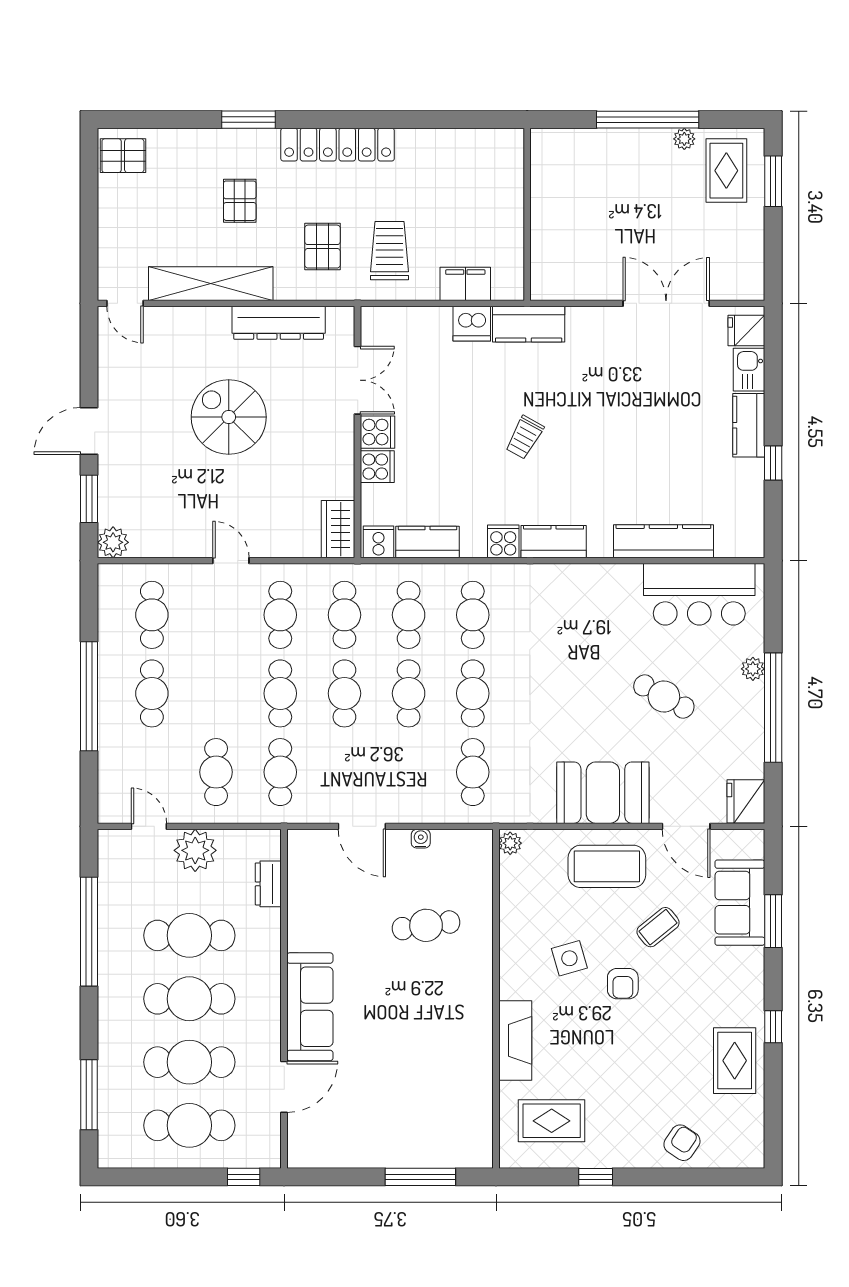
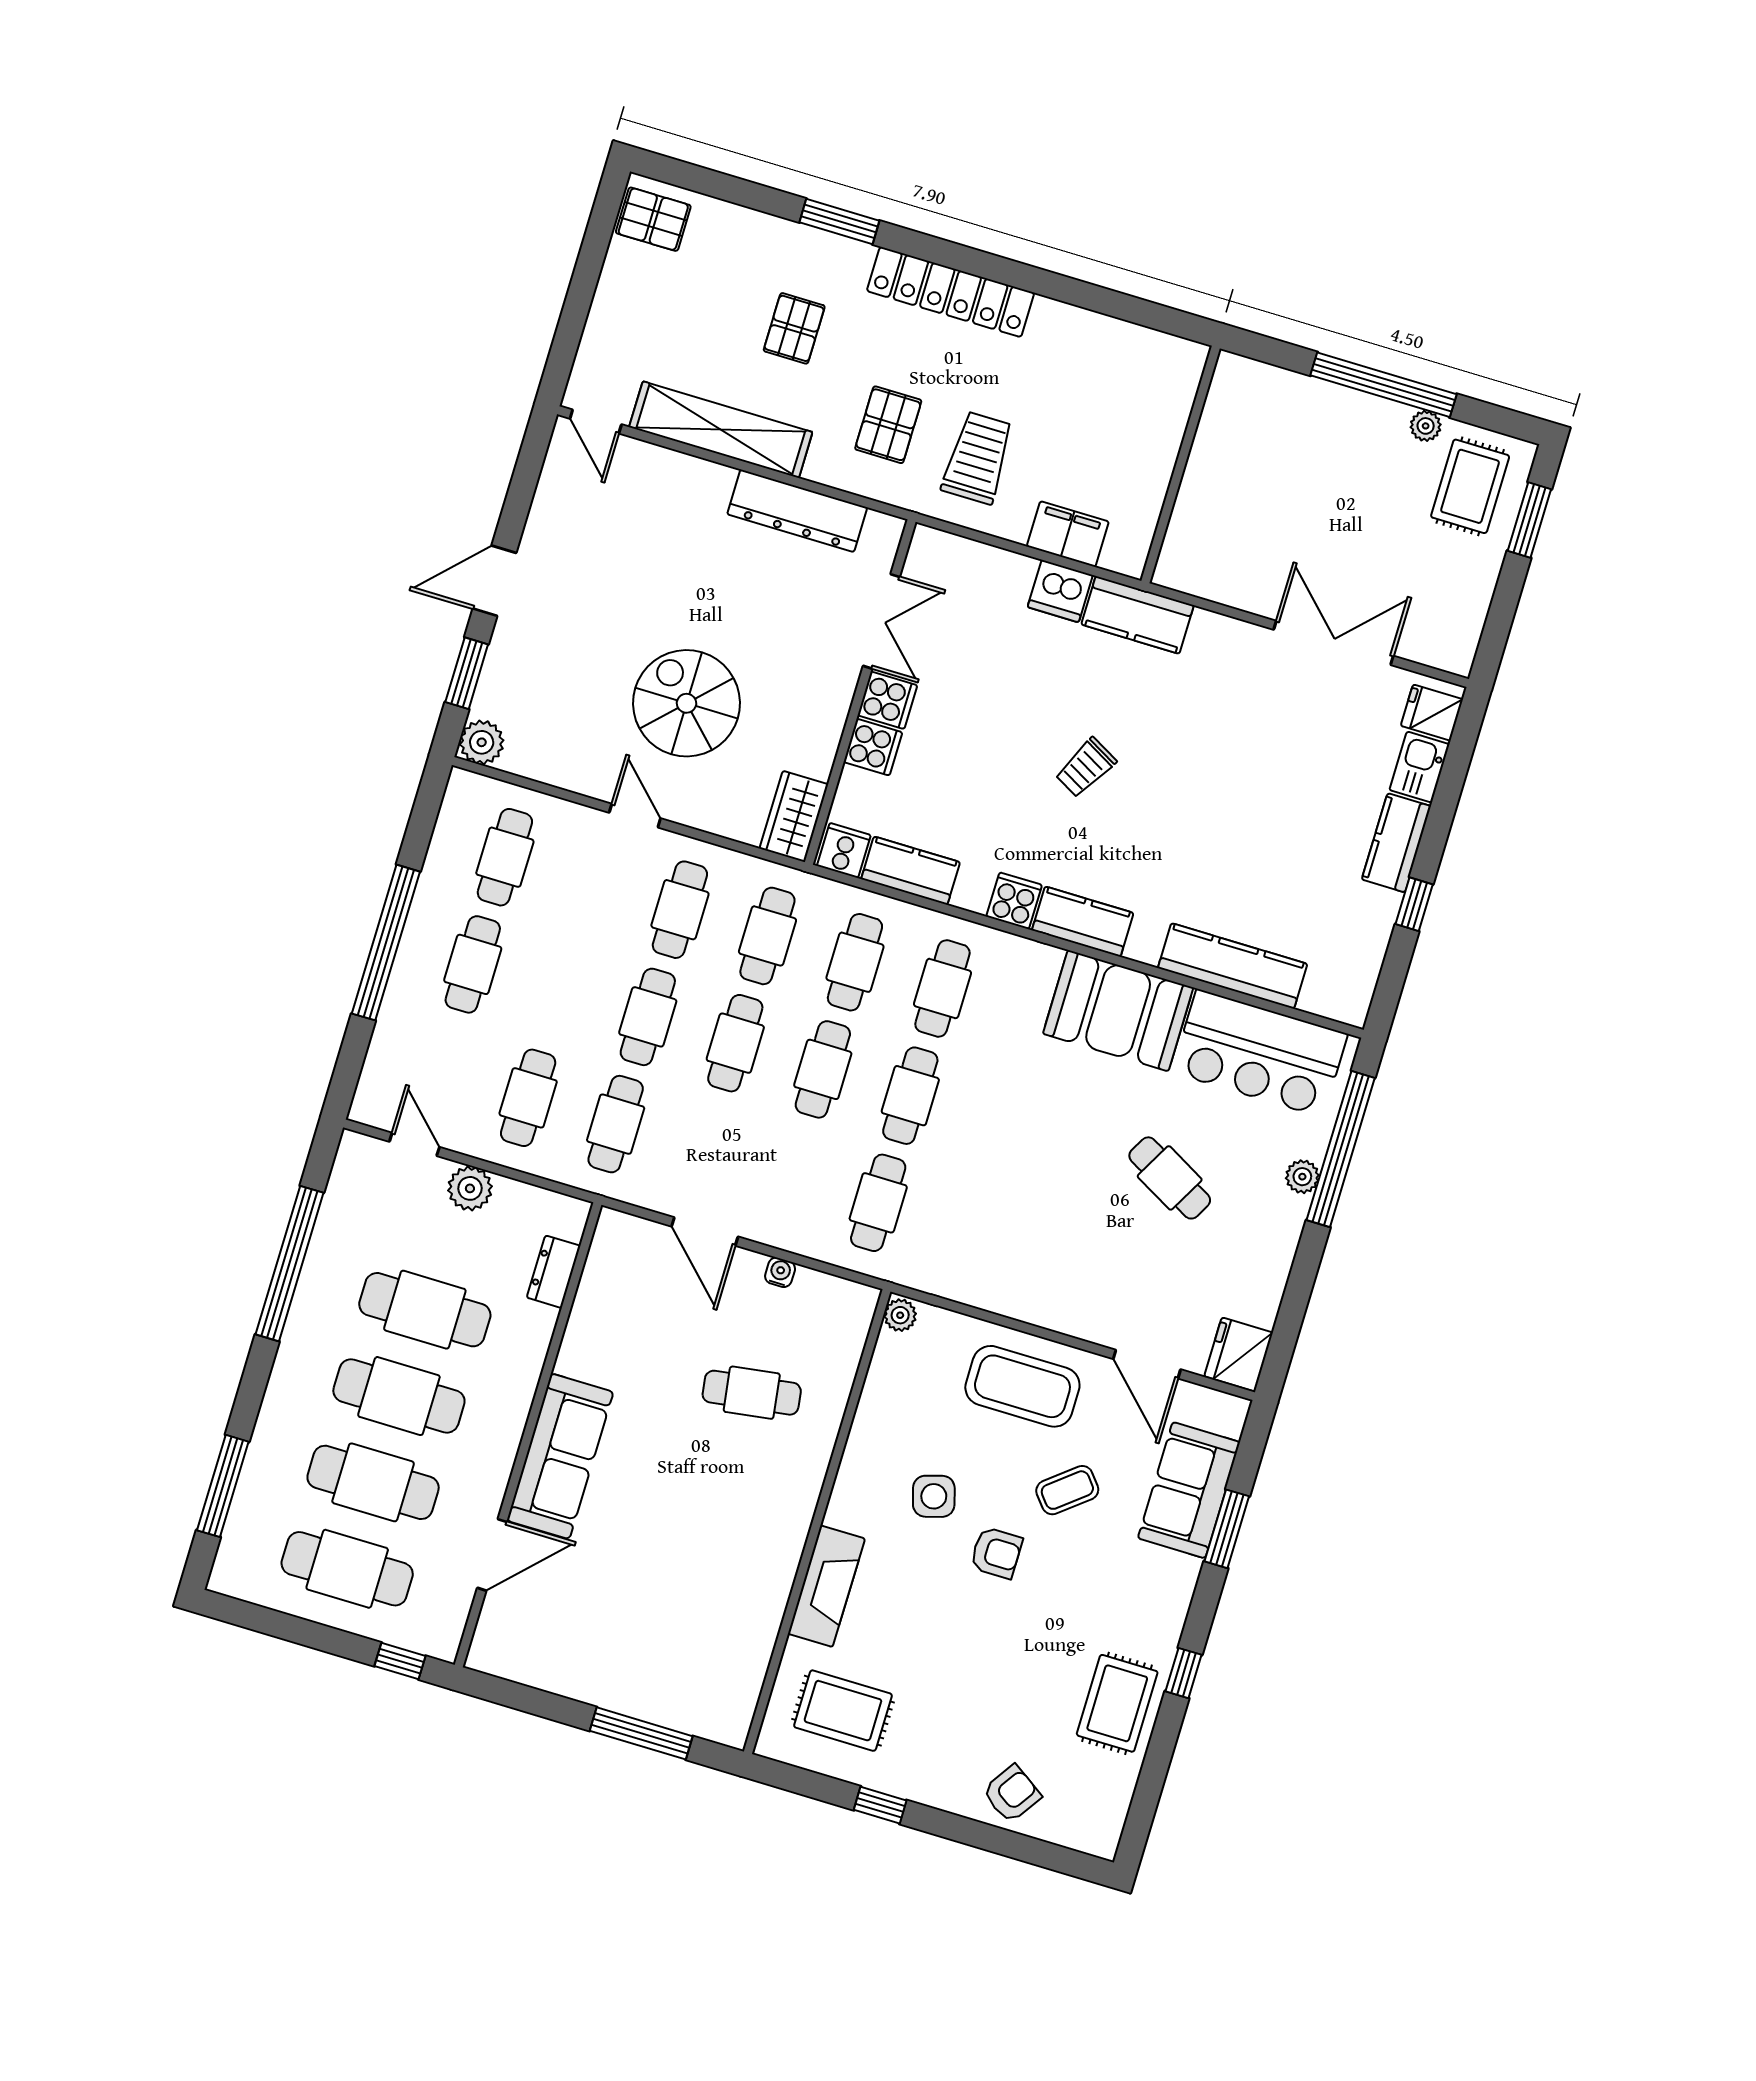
spiral stairs: (229, 417) -> (687, 703), moved
window: (773, 708) -> (1341, 1149), moved
booth: (603, 793) -> (1118, 1011), moved
plant: (195, 850) -> (470, 1188), width x0.73, depth x0.73
armchair: (623, 984) -> (996, 1553), turned -90

